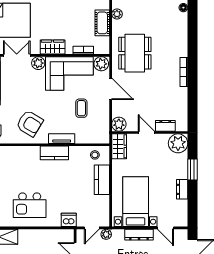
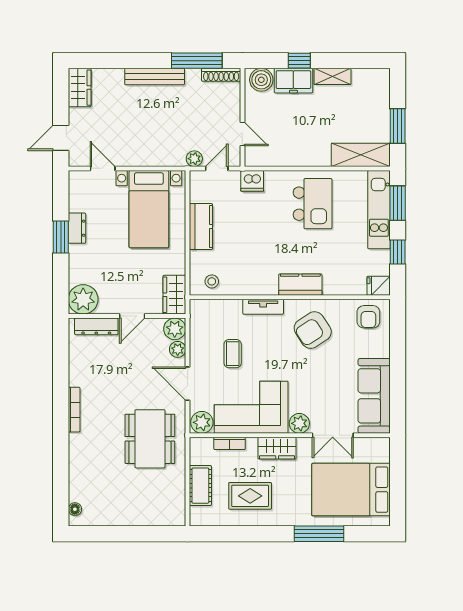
plant: (117, 14) -> (178, 349), moved
rug: (70, 16) -> (250, 496), added
armchair: (30, 123) -> (313, 330), turned -64
dresser: (165, 126) -> (96, 326), width x1.44
door: (146, 133) -> (132, 316), hinge flipped
kitchen counter: (54, 153) -> (300, 285), moved
window: (193, 170) -> (61, 237), moved
kitchen counter: (102, 180) -> (201, 227), moved
kitchen island: (30, 205) -> (313, 204), turned 90
dresser: (139, 235) -> (144, 158), removed

